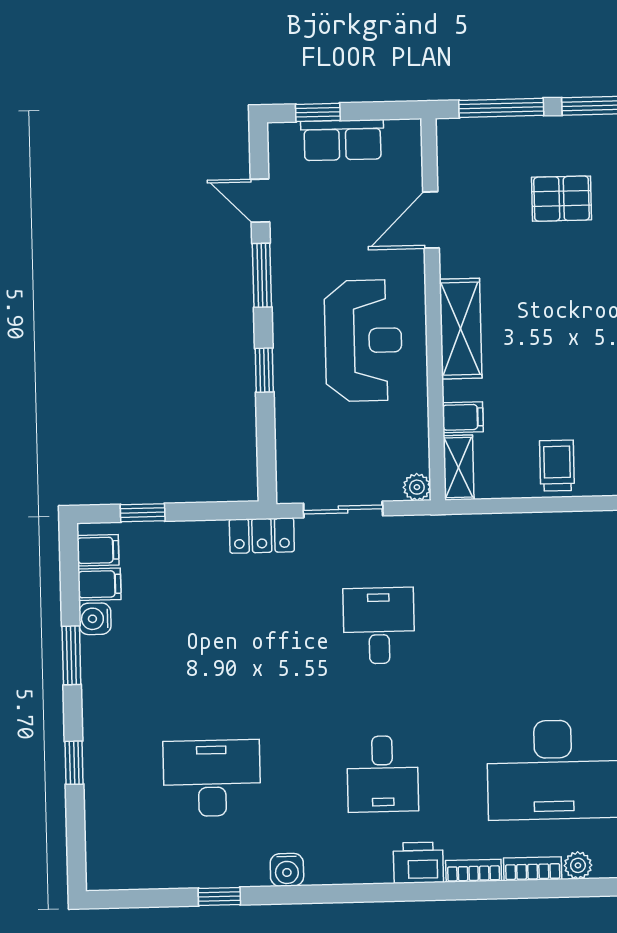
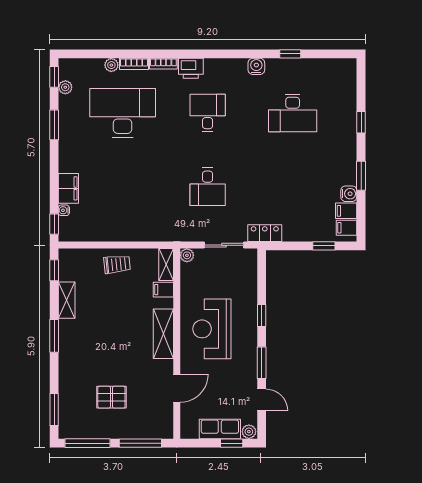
plant: (284, 136) -> (249, 432), added
trolley: (557, 466) -> (117, 264), turned -96

